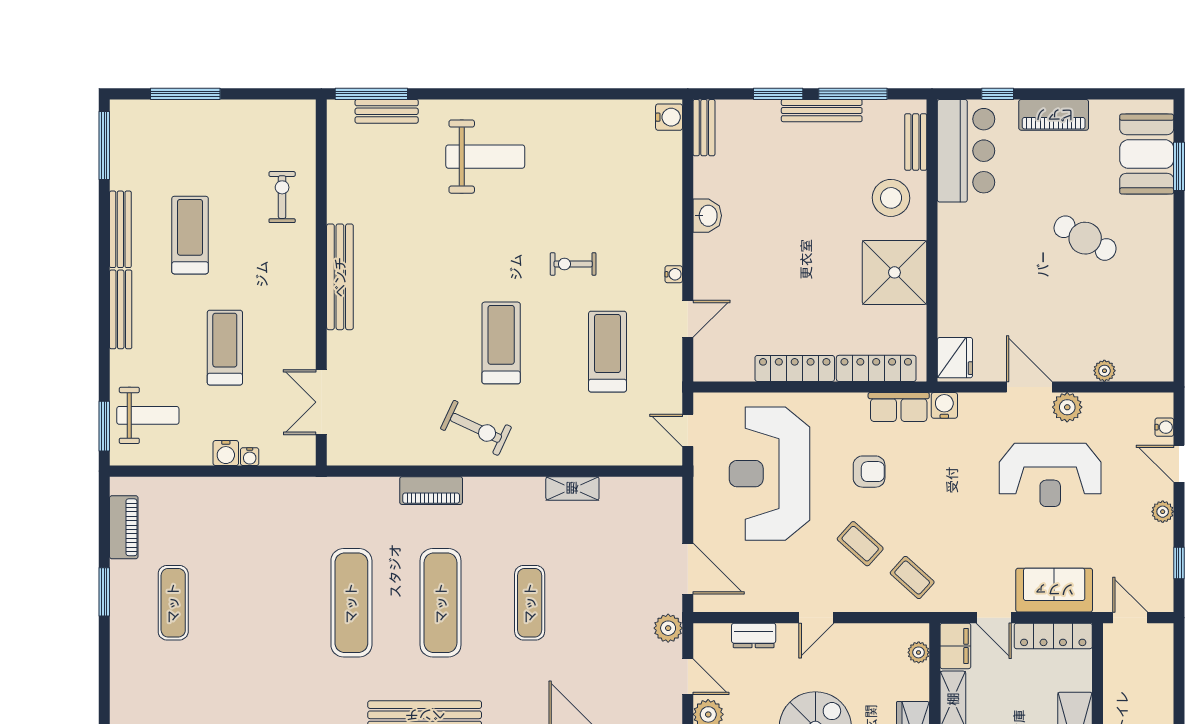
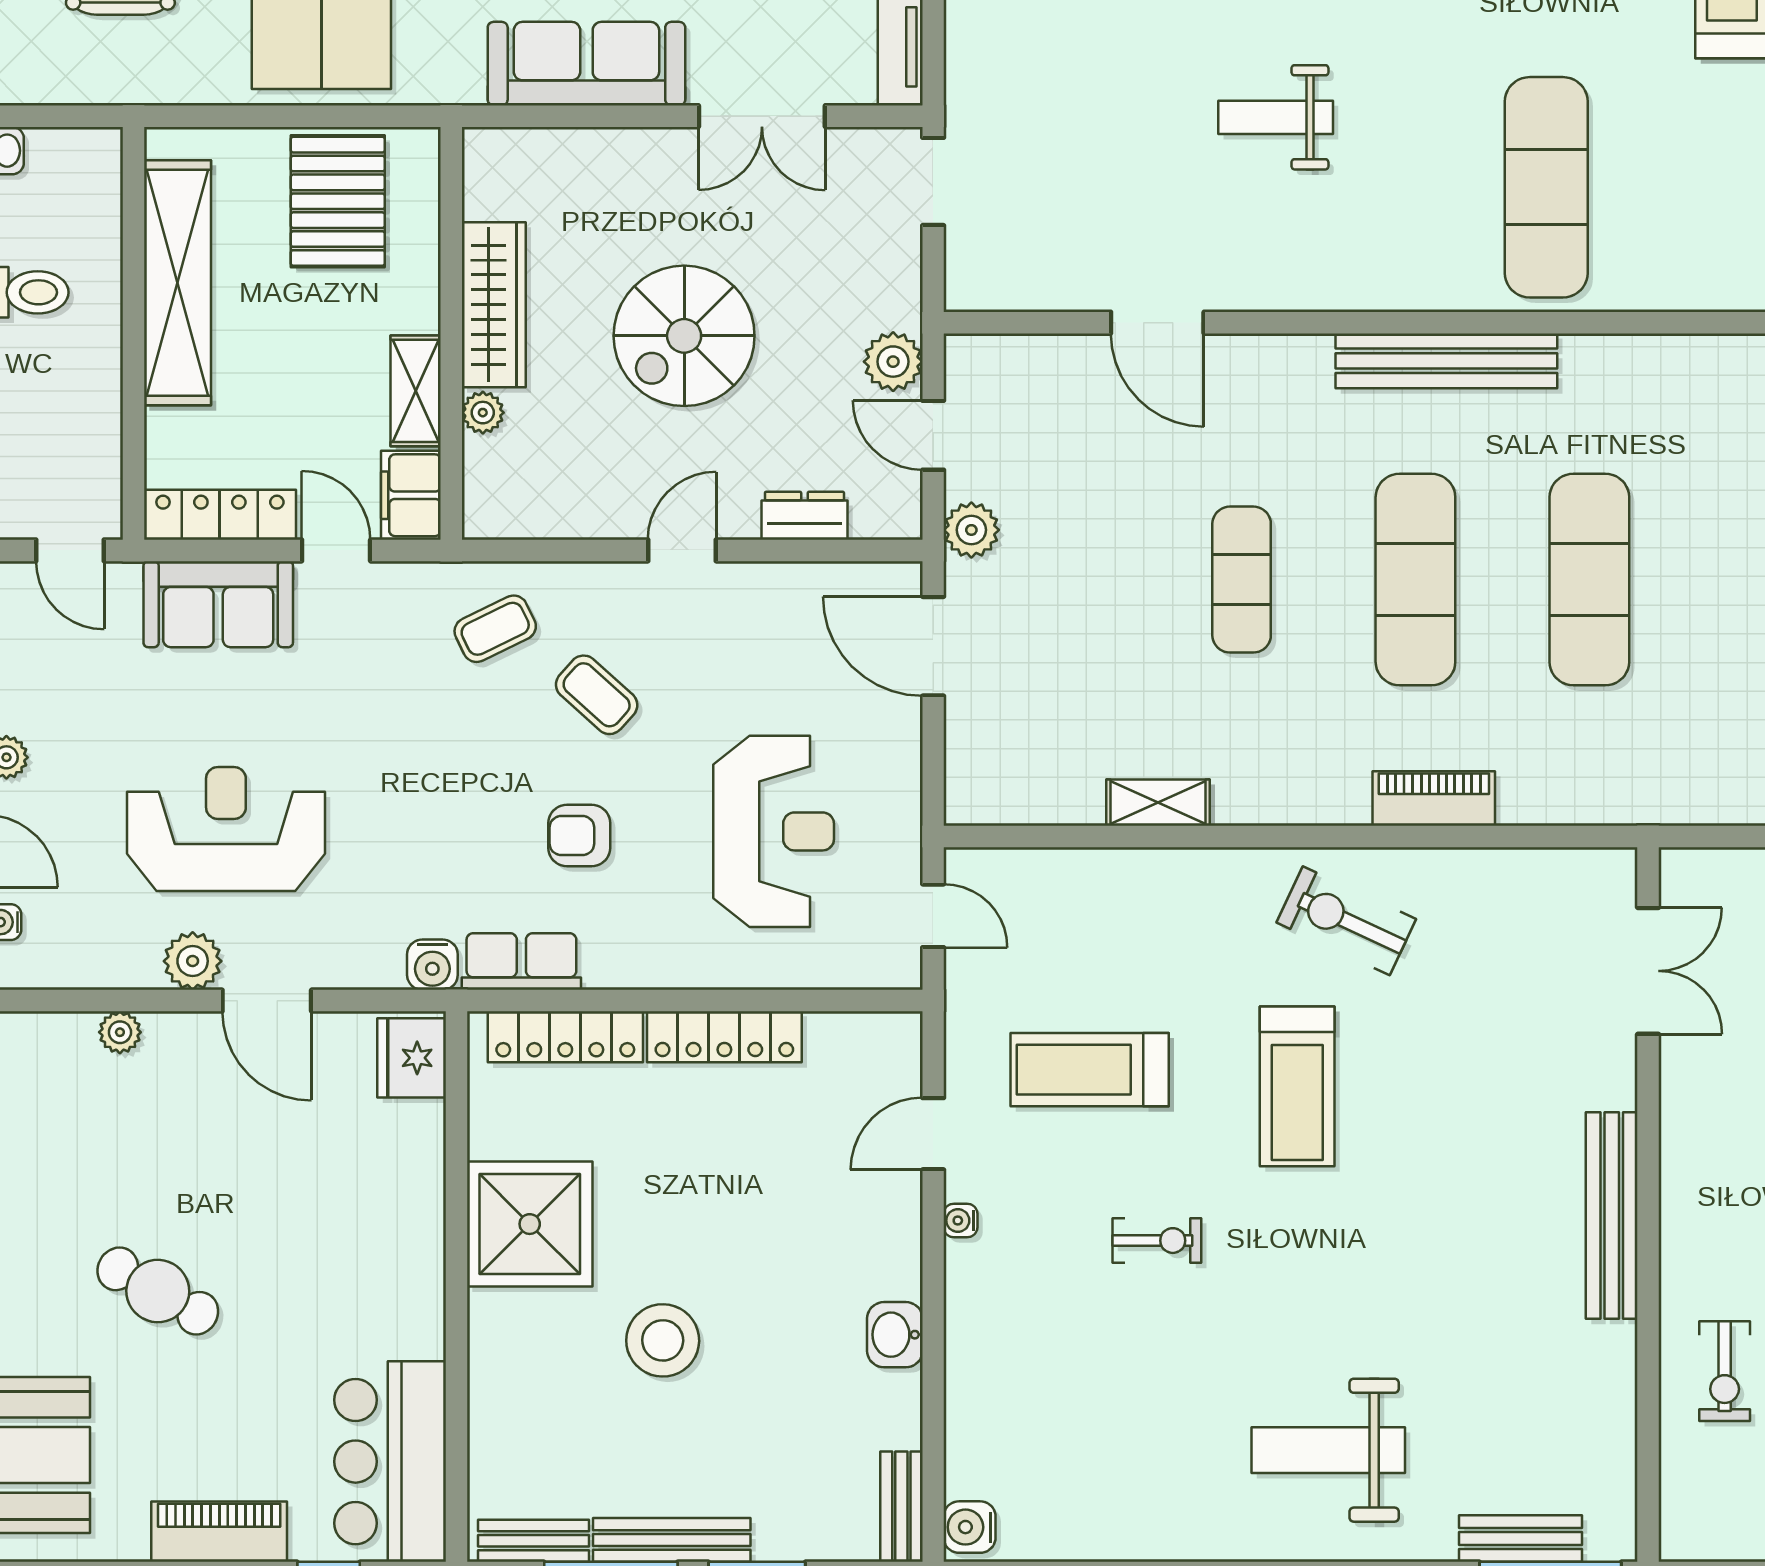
bench: (916, 142) -> (533, 1541), moved, turned 90
stool: (891, 198) -> (663, 1340), moved
treadmill: (607, 352) -> (1090, 1070), turned 90
reception desk: (769, 474) -> (774, 831), width x0.74, depth x0.77
coffee table: (912, 578) -> (495, 629), turned -68
plant: (919, 652) -> (483, 413), moved

